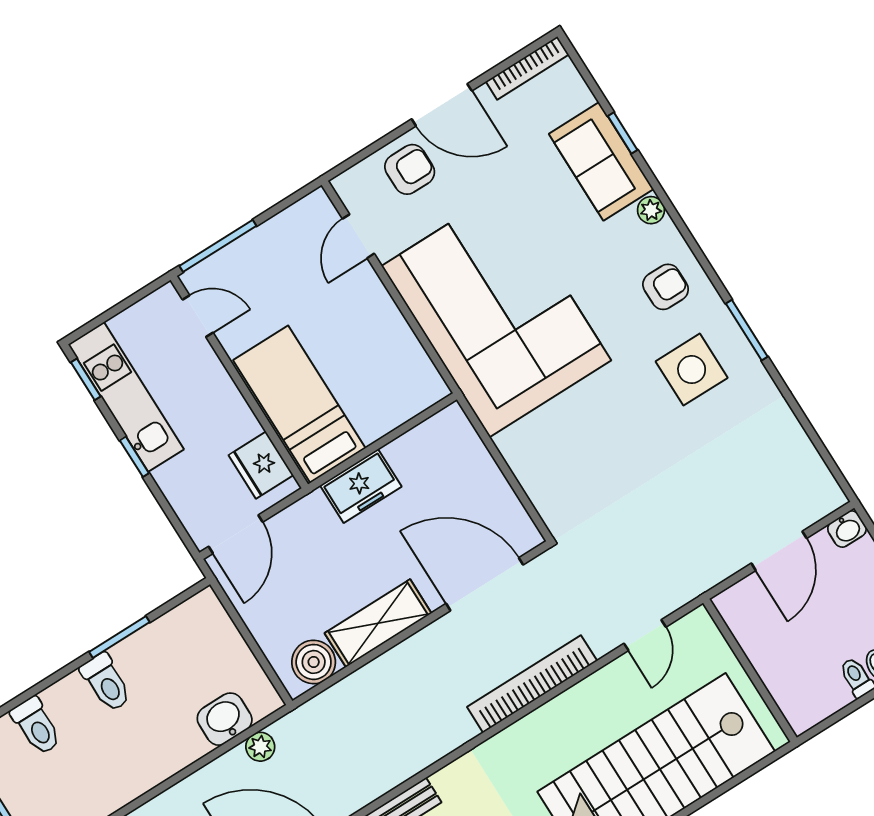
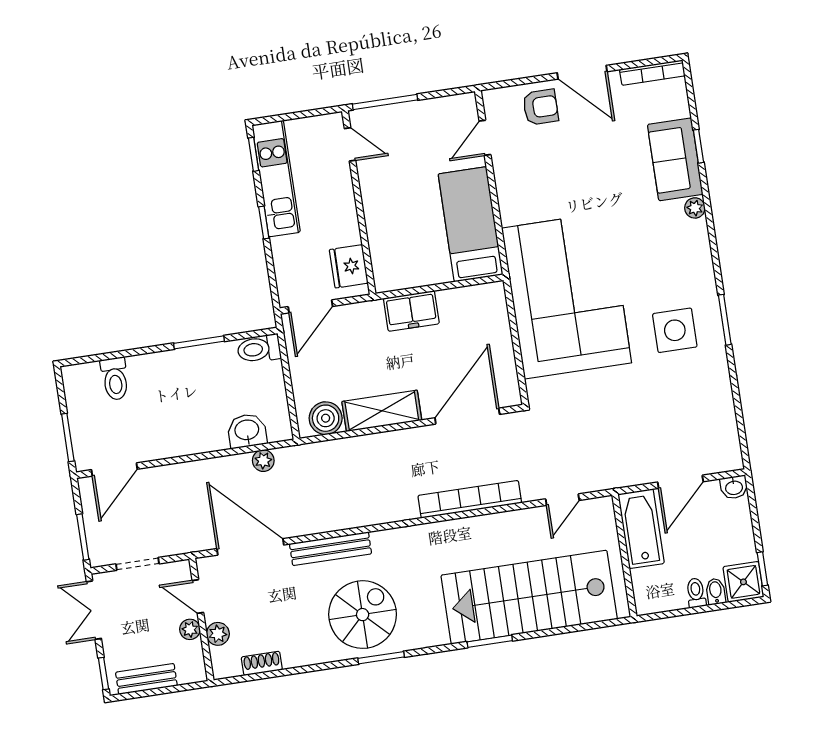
armchair: (666, 287) -> (682, 265), removed
corner sofa: (496, 313) -> (567, 295), moved
bed: (299, 404) -> (470, 224), moved
door: (485, 584) -> (467, 416), hinge flipped
bathtub: (756, 629) -> (641, 529), added
toilet: (106, 682) -> (259, 349), moved, turned 90

